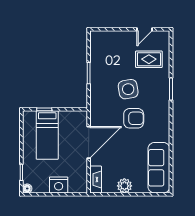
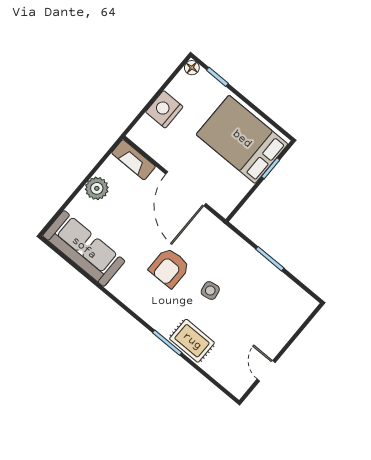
rug: (149, 59) -> (192, 341), moved, turned 90
side table: (128, 89) -> (210, 291), width x0.54, depth x0.54
bed: (47, 135) -> (242, 139), width x1.50

